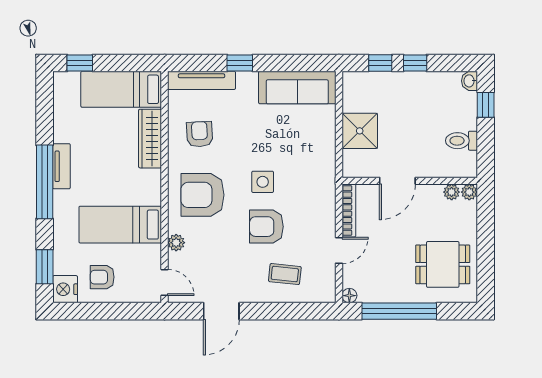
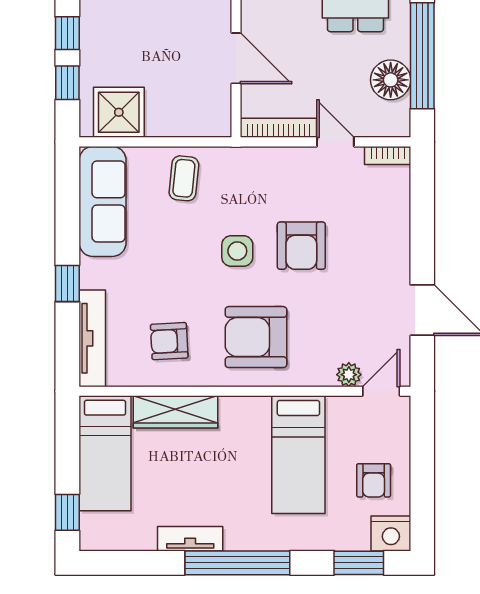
shower: (360, 131) -> (119, 112), moved
tv unit: (61, 166) -> (190, 539), moved
armchair: (202, 195) -> (256, 337), turned 90
plant: (176, 243) -> (349, 375), moved
coffee table: (285, 274) -> (184, 178), moved
bookcase: (329, 287) -> (388, 155), added
floor lamp: (349, 296) -> (391, 80), moved, width x1.89, depth x1.89

